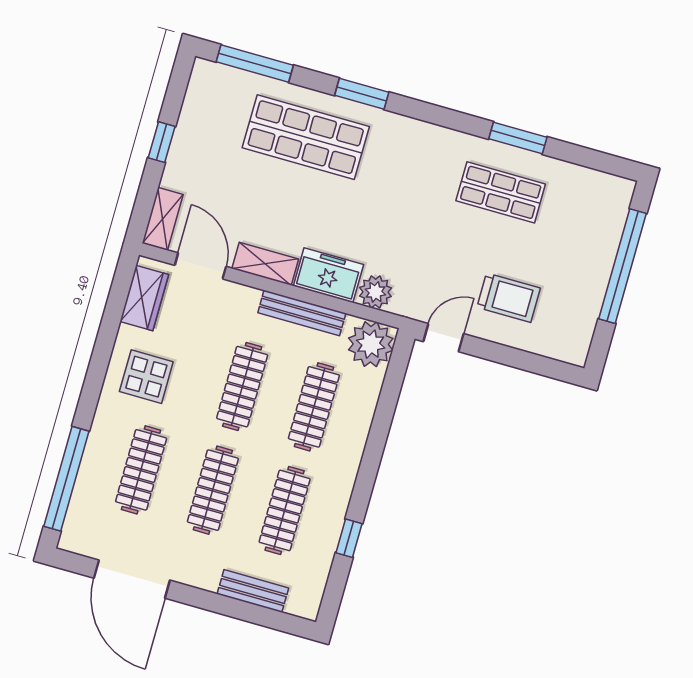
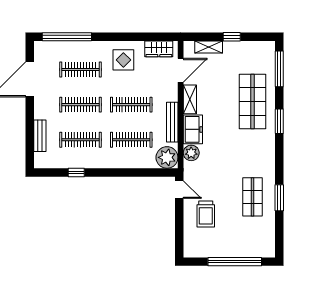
shelving: (163, 219) -> (209, 47), moved

